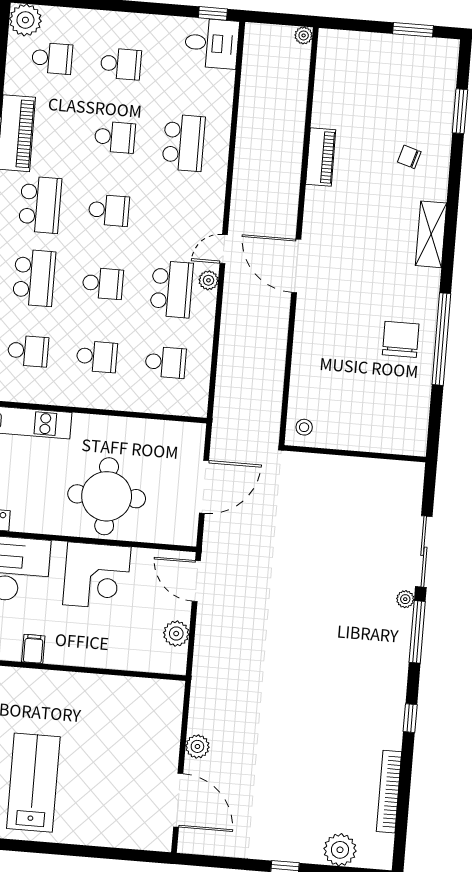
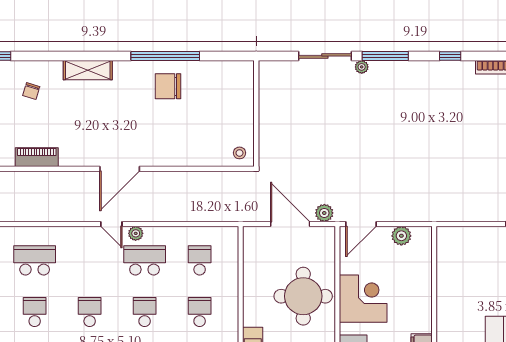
plant: (197, 746) -> (324, 213), moved

